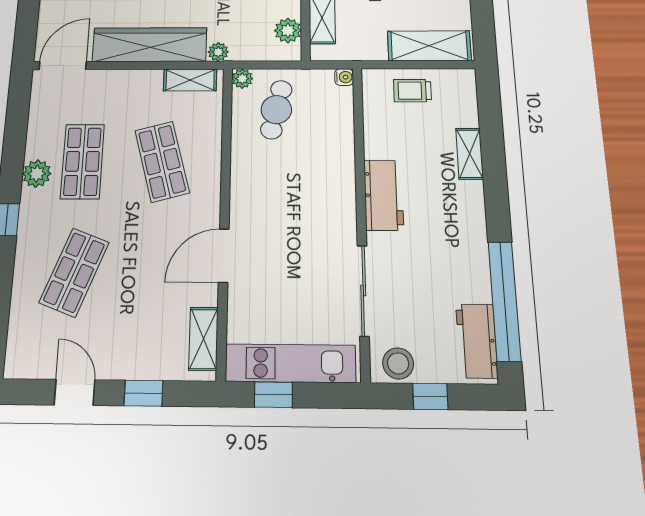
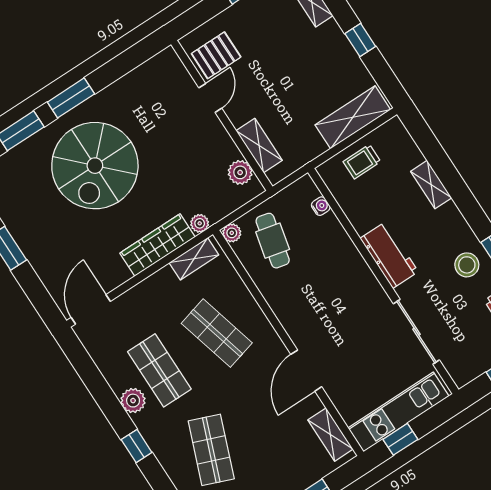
wardrobe: (150, 45) -> (158, 245), width x0.71, depth x0.85
water cooler: (344, 77) -> (321, 206), moved
stool: (398, 363) -> (467, 265), moved

